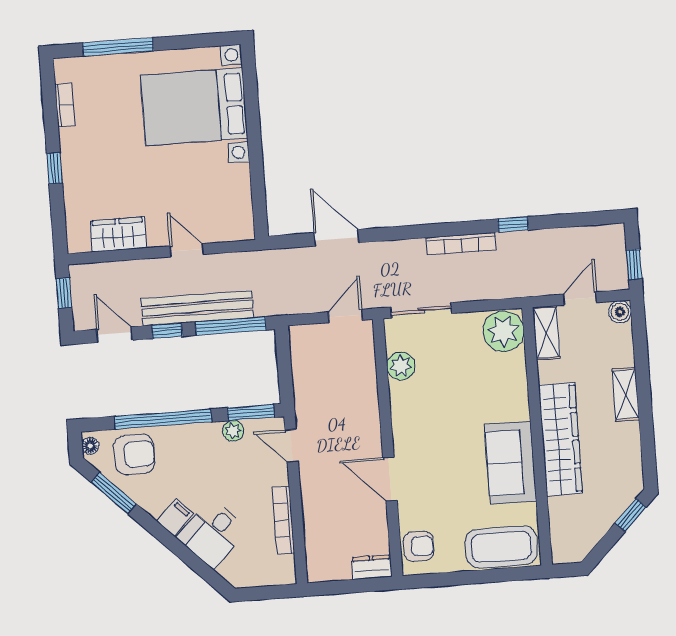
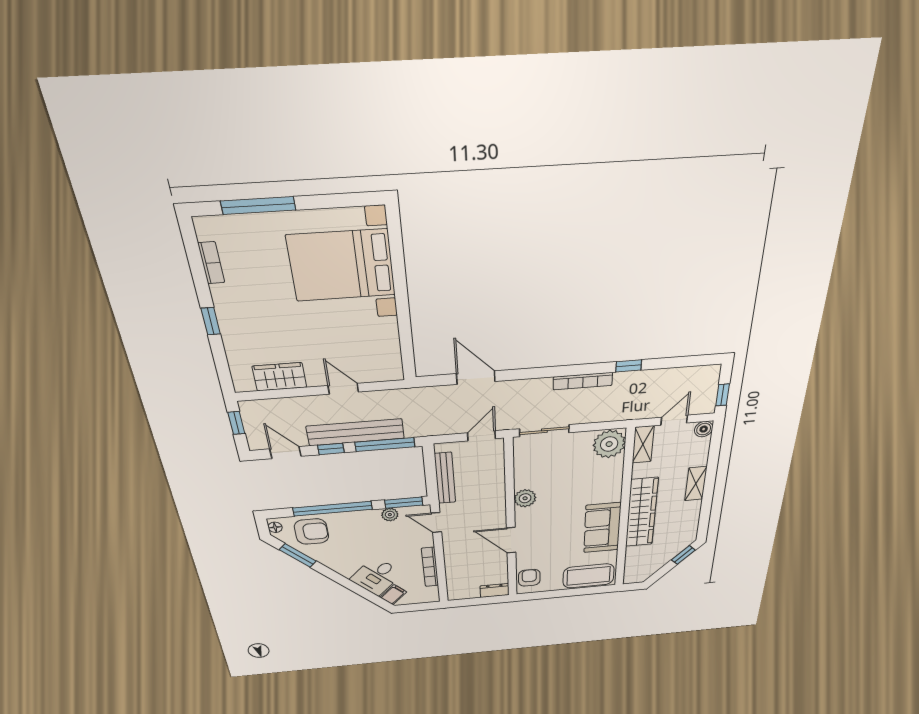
plant: (401, 366) -> (525, 498), moved
bench: (302, 377) -> (445, 478), added
filing cabinet: (175, 517) -> (393, 595), moved
armchair: (419, 546) -> (529, 578), turned -90

